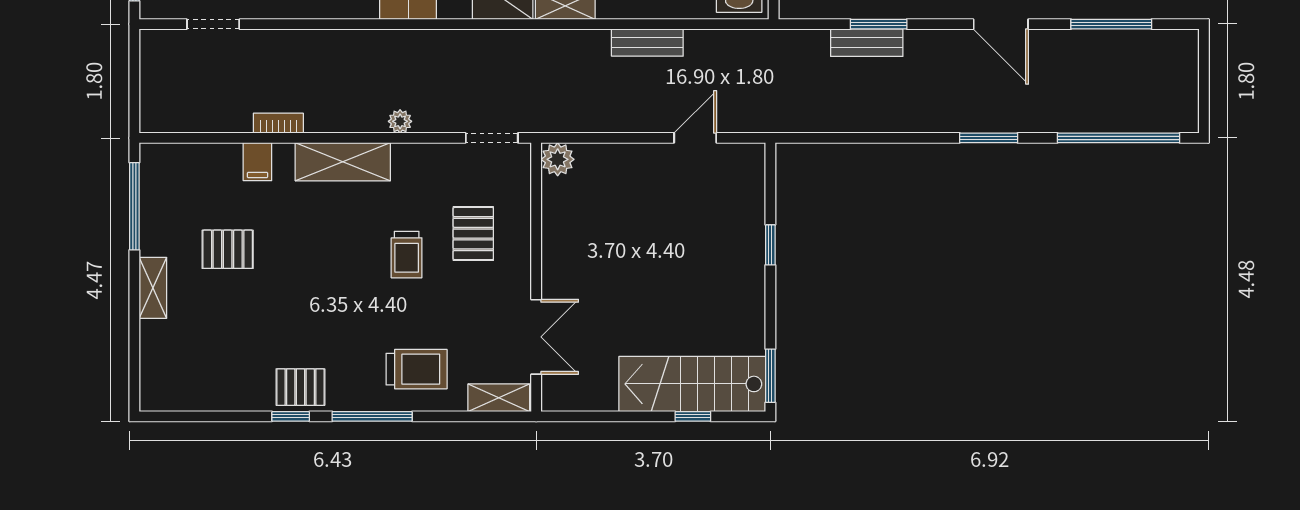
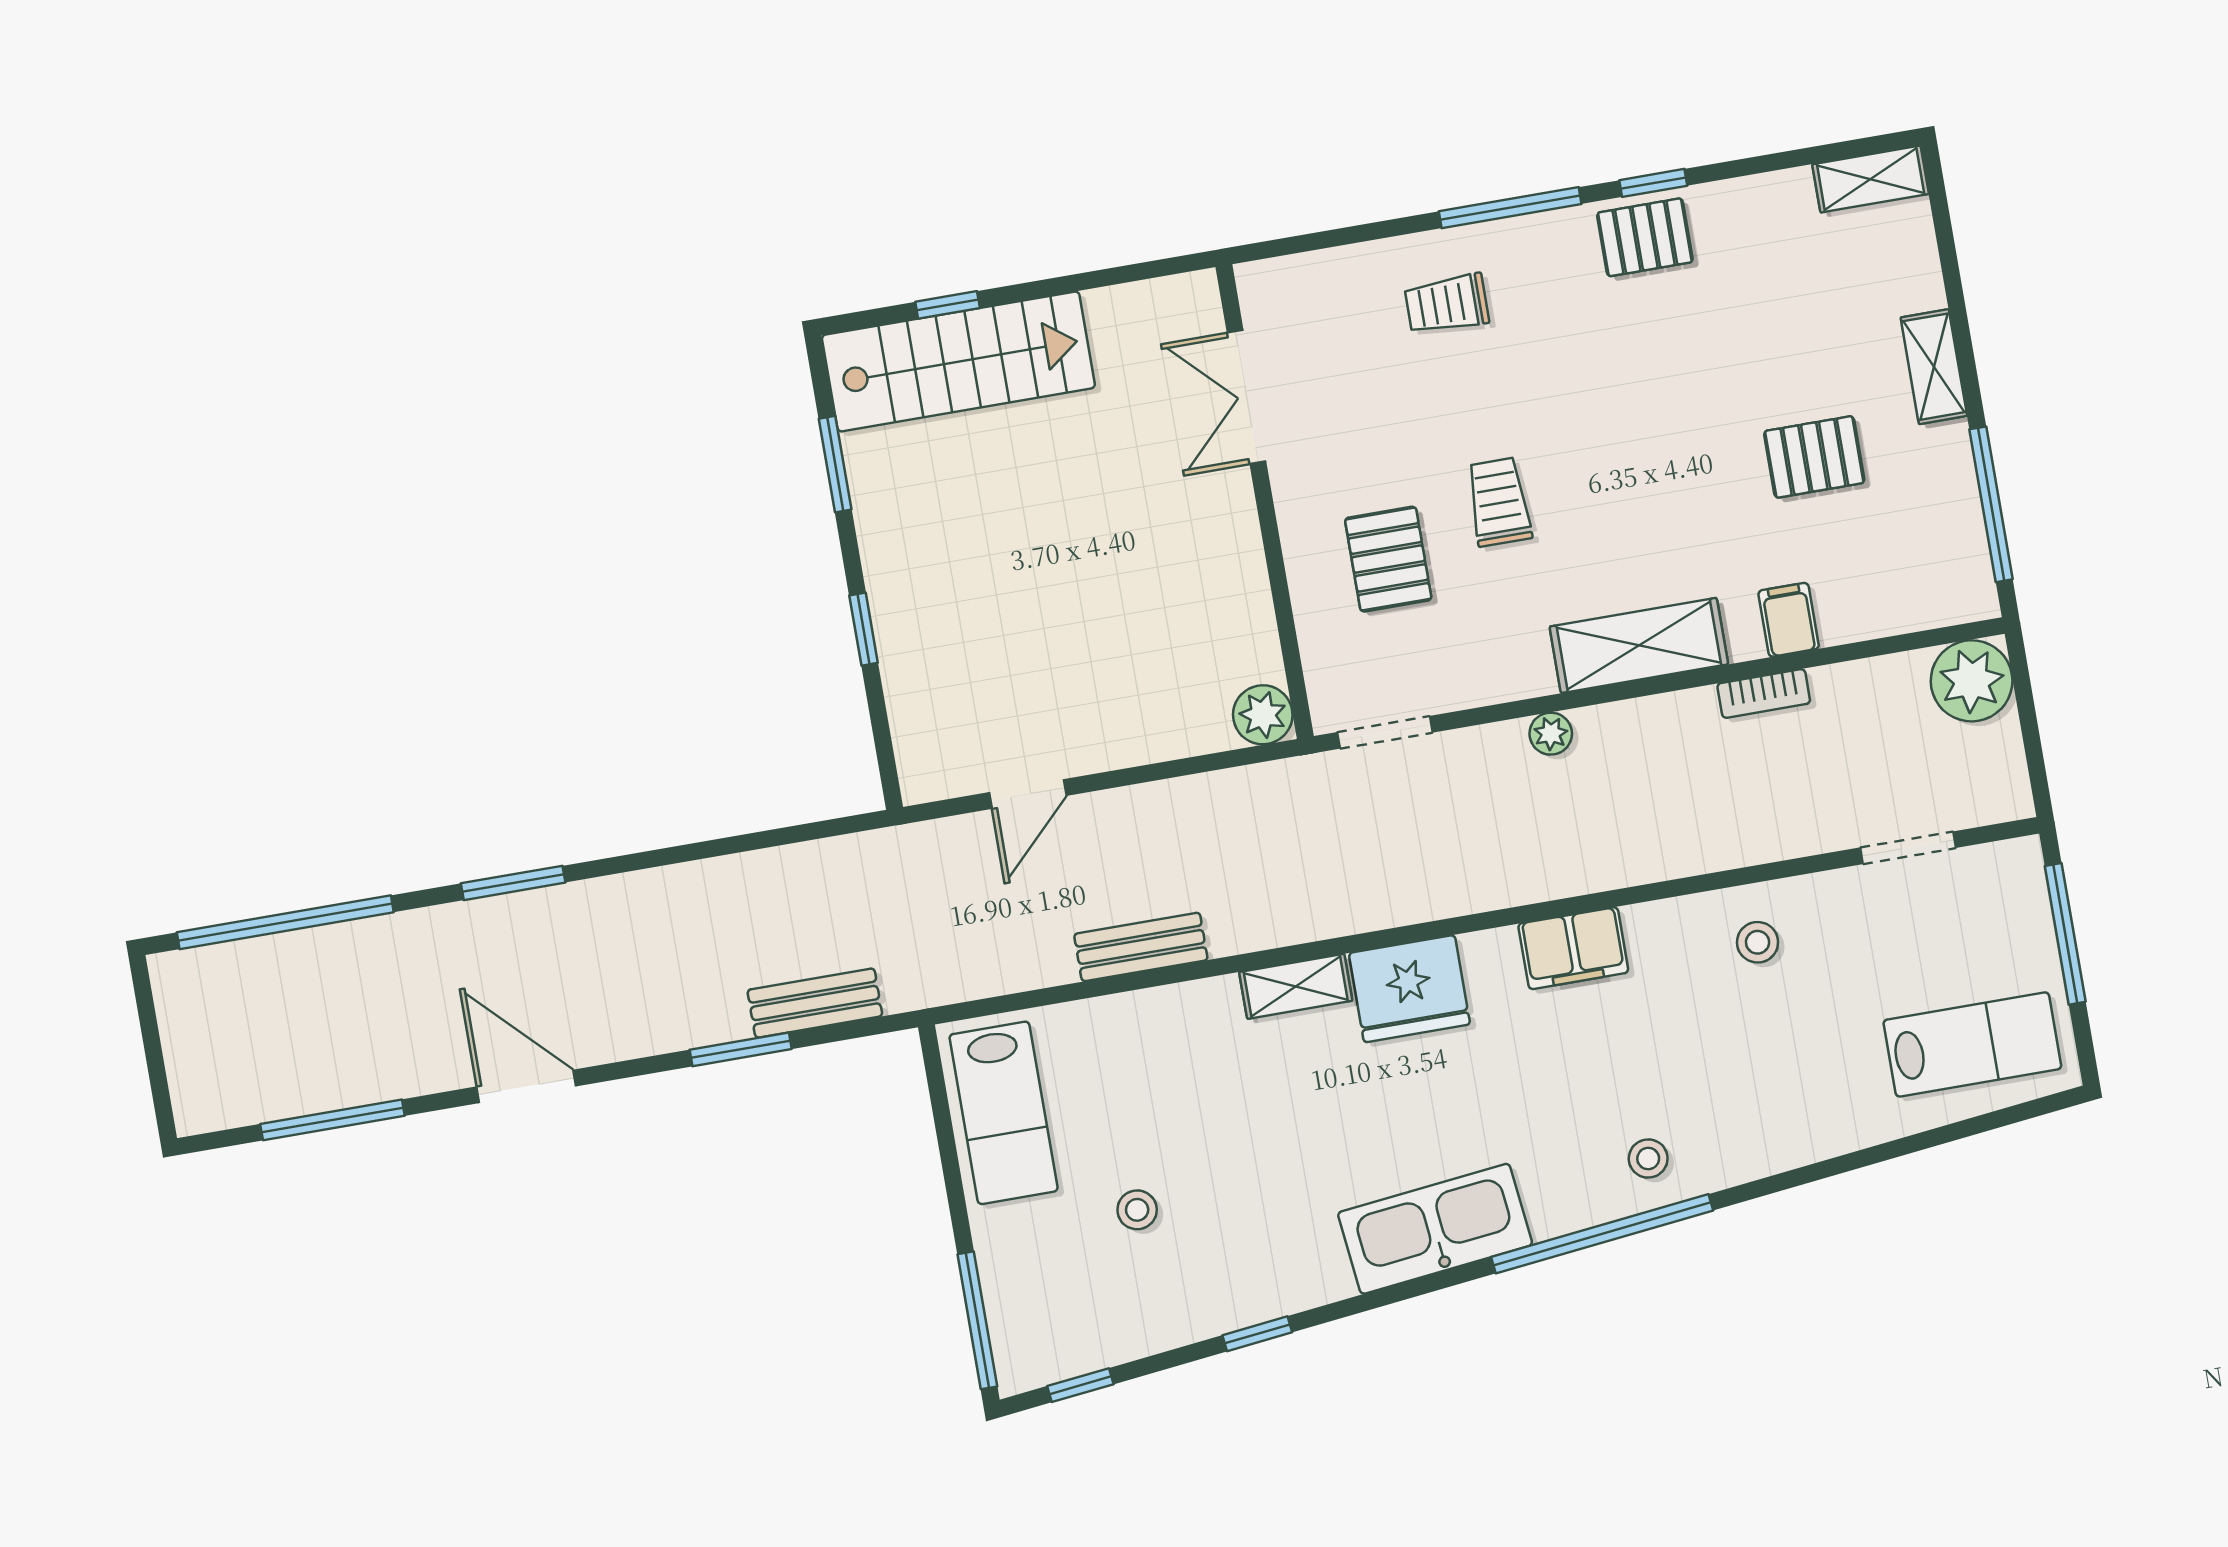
bench: (867, 43) -> (815, 1003), moved
plant: (162, 110) -> (1972, 681), added
trolley: (417, 369) -> (1447, 304), width x0.73, depth x0.72
window: (770, 376) -> (835, 464), moved
shelving: (499, 398) -> (1871, 179), moved

